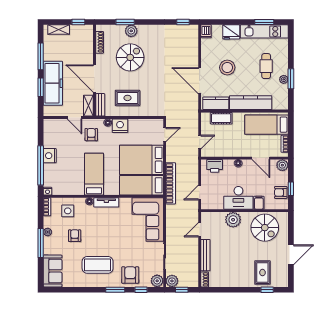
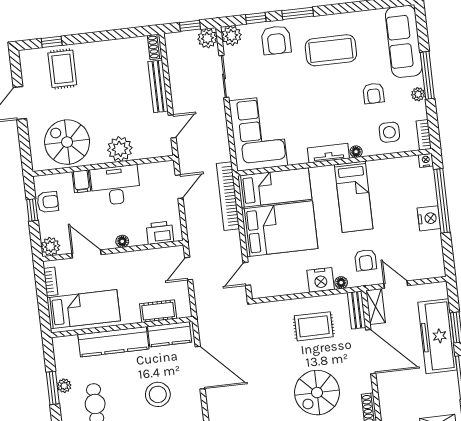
sofa: (53, 271) -> (404, 41), width x1.36

